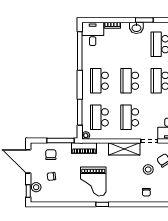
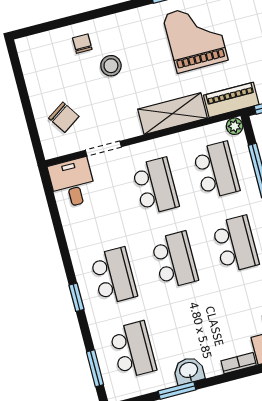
shelving: (124, 149) -> (172, 114), moved
stool: (148, 169) -> (111, 66), moved

